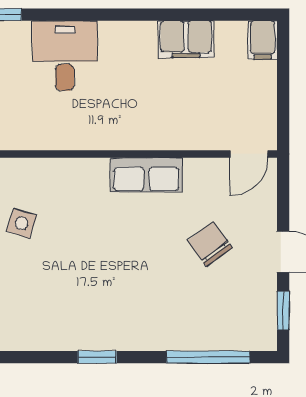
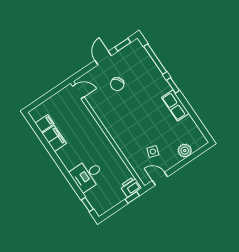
filing cabinet: (263, 40) -> (45, 123), moved
row of seats: (146, 175) -> (175, 105), moved, turned 180
window: (97, 357) -> (173, 85), moved

